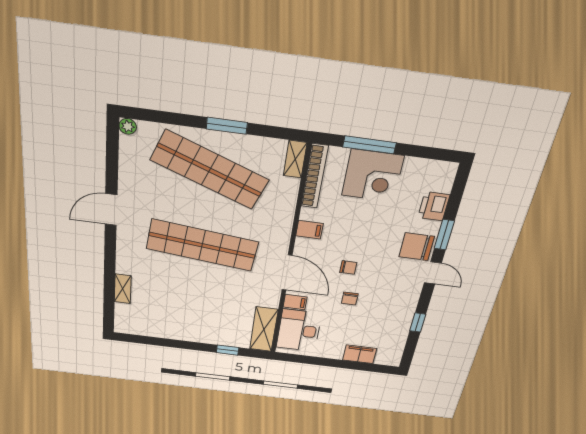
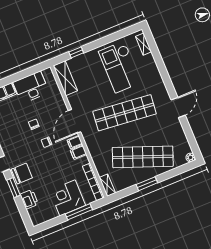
door: (287, 273) -> (74, 121), hinge flipped
shelving: (123, 289) -> (143, 44), moved
filing cabinet: (295, 302) -> (75, 142), moved
checkout: (174, 304) -> (120, 67), added
desk: (299, 330) -> (31, 87), moved, turned -90

